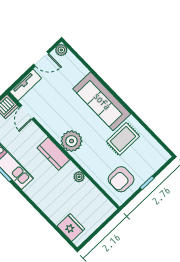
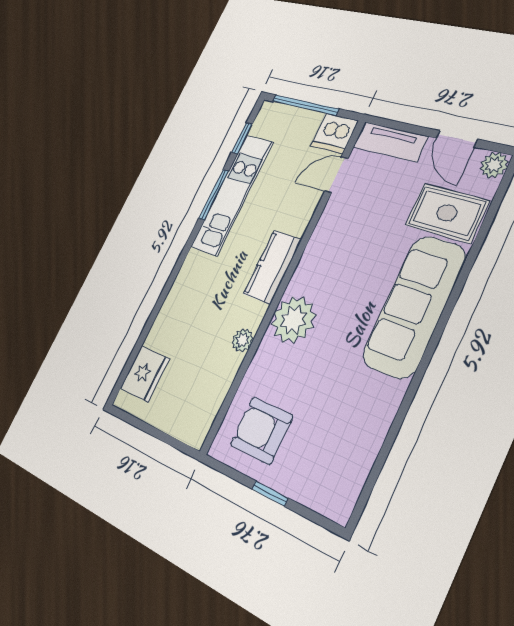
rug: (123, 139) -> (447, 213), moved
plant: (71, 141) -> (293, 320), moved

